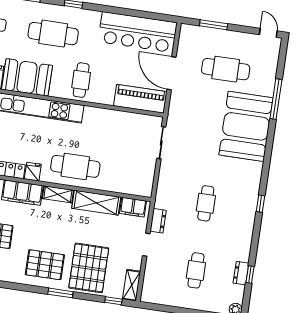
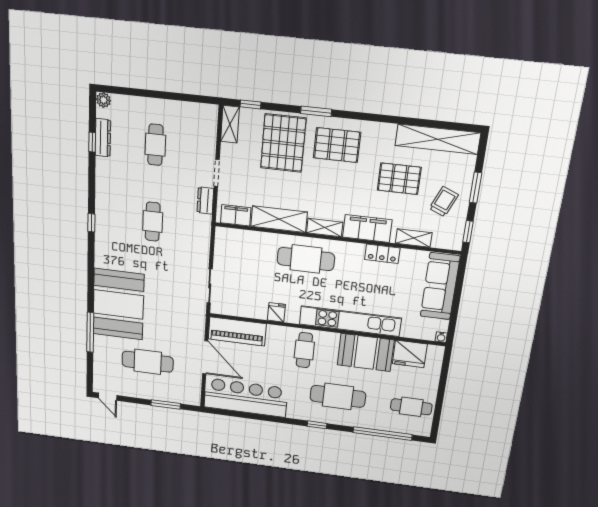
fridge: (33, 172) -> (276, 312), moved, turned 180
dresser: (241, 273) -> (103, 138), width x1.44

